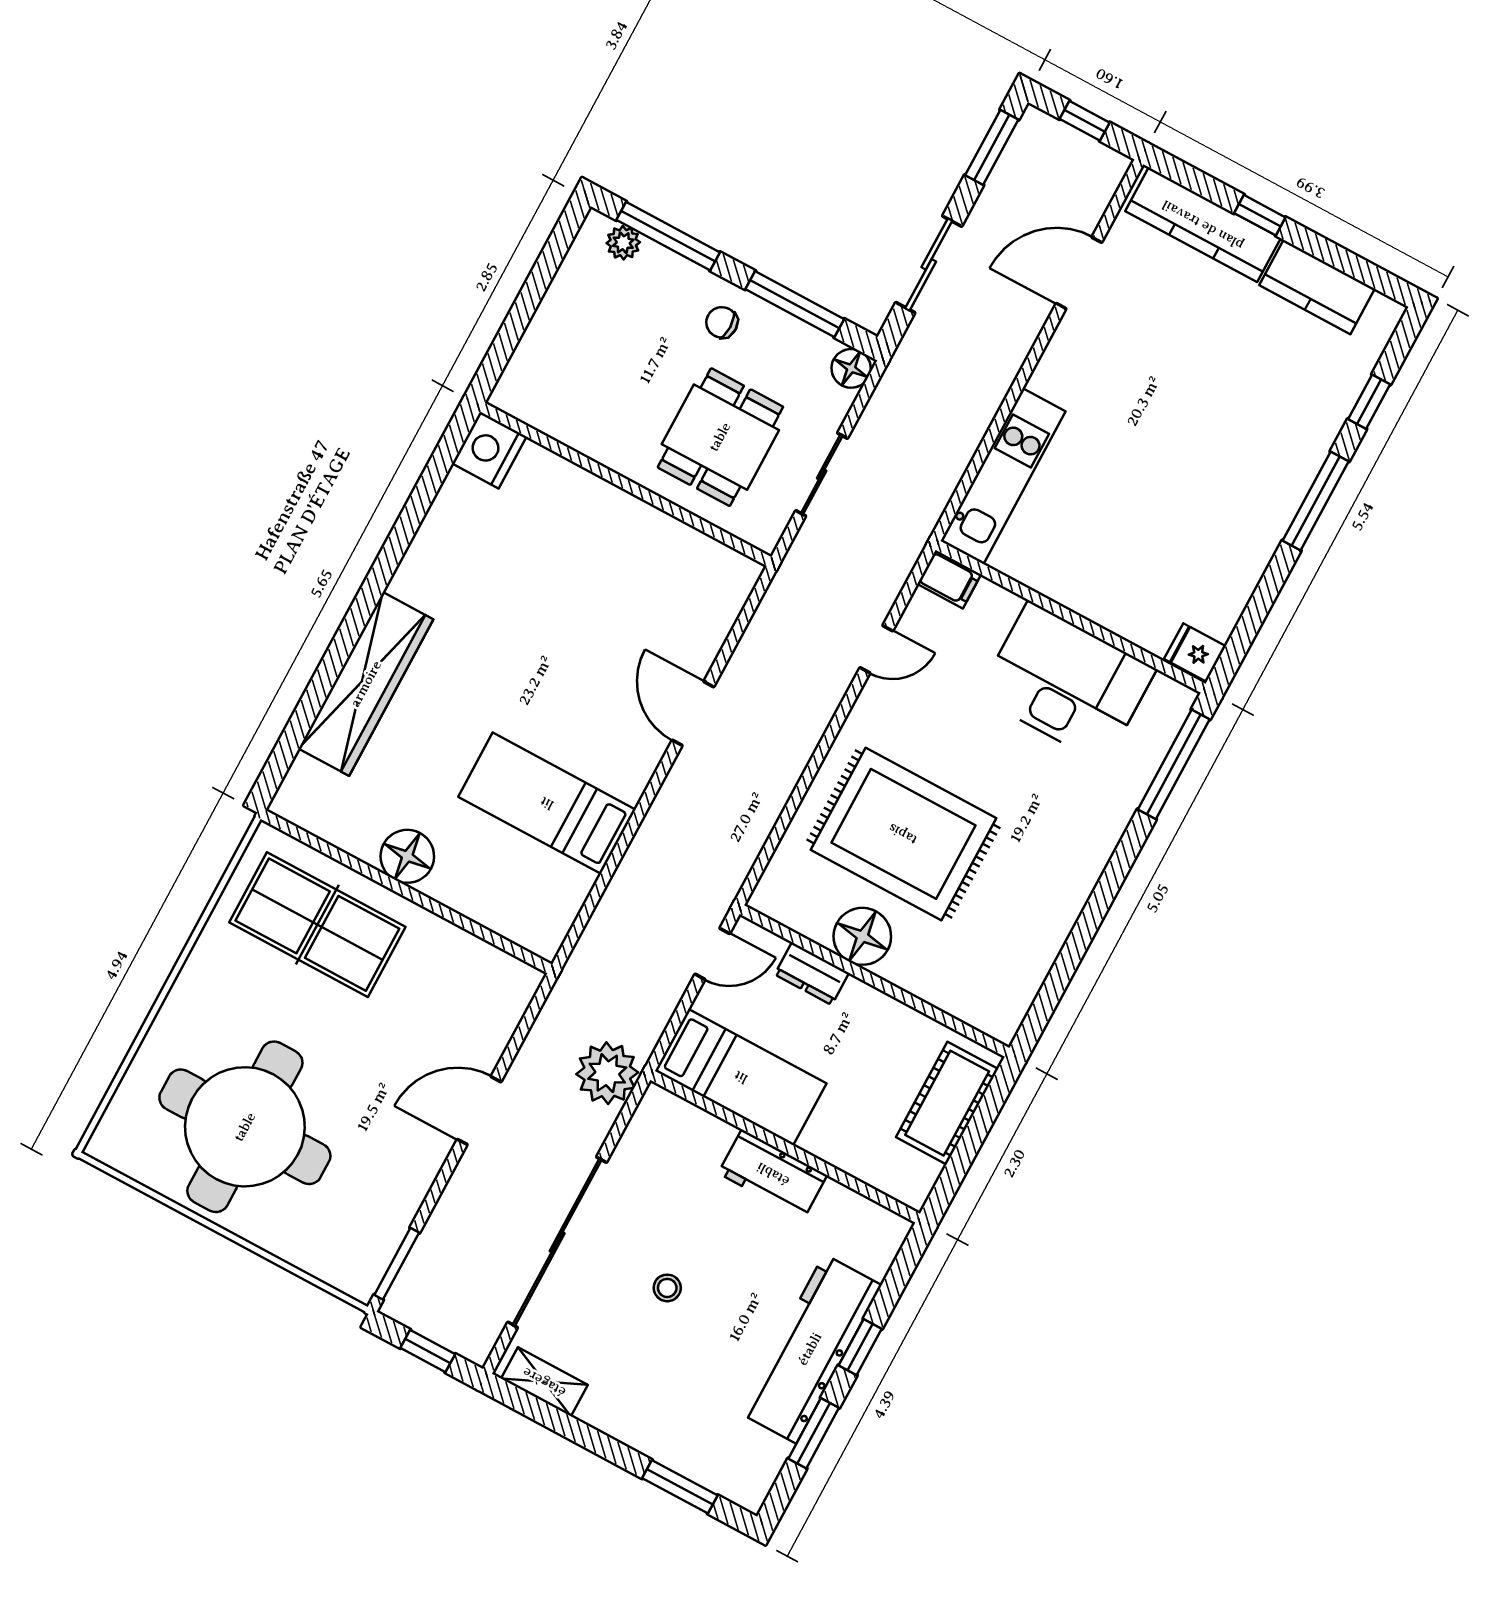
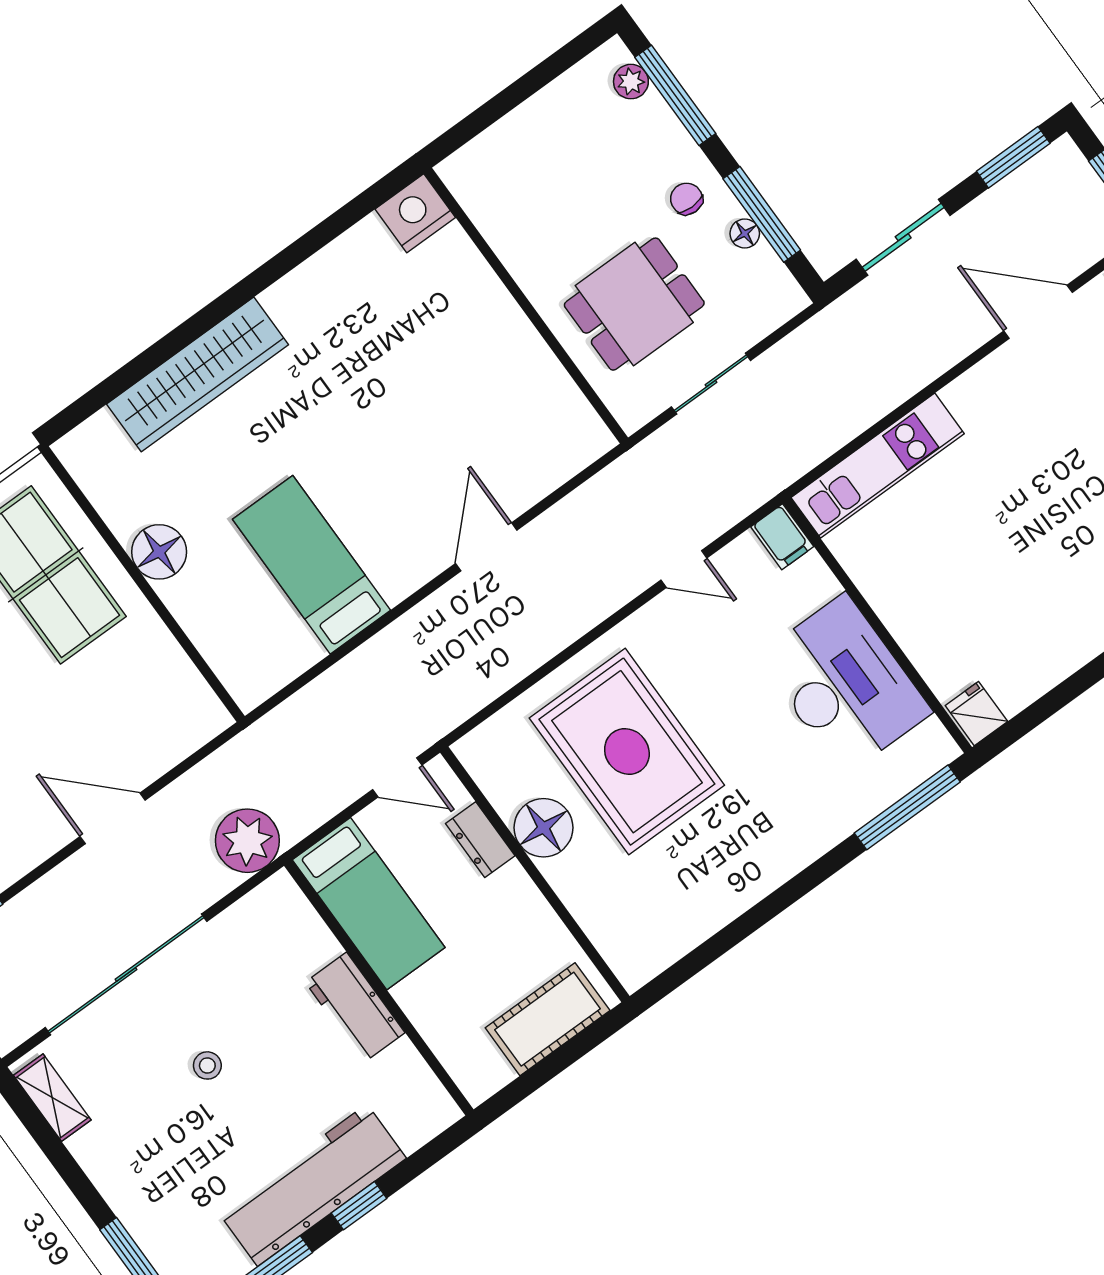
floor lamp: (851, 368) -> (745, 234), moved, width x0.73, depth x0.73

